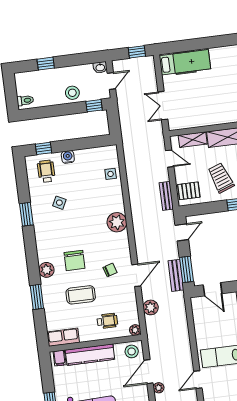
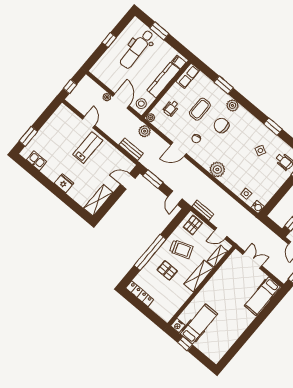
water cooler: (68, 157) -> (258, 207), moved
door: (136, 275) -> (178, 149), hinge flipped
bench: (176, 275) -> (131, 149), moved
plant: (151, 307) -> (145, 131), moved

